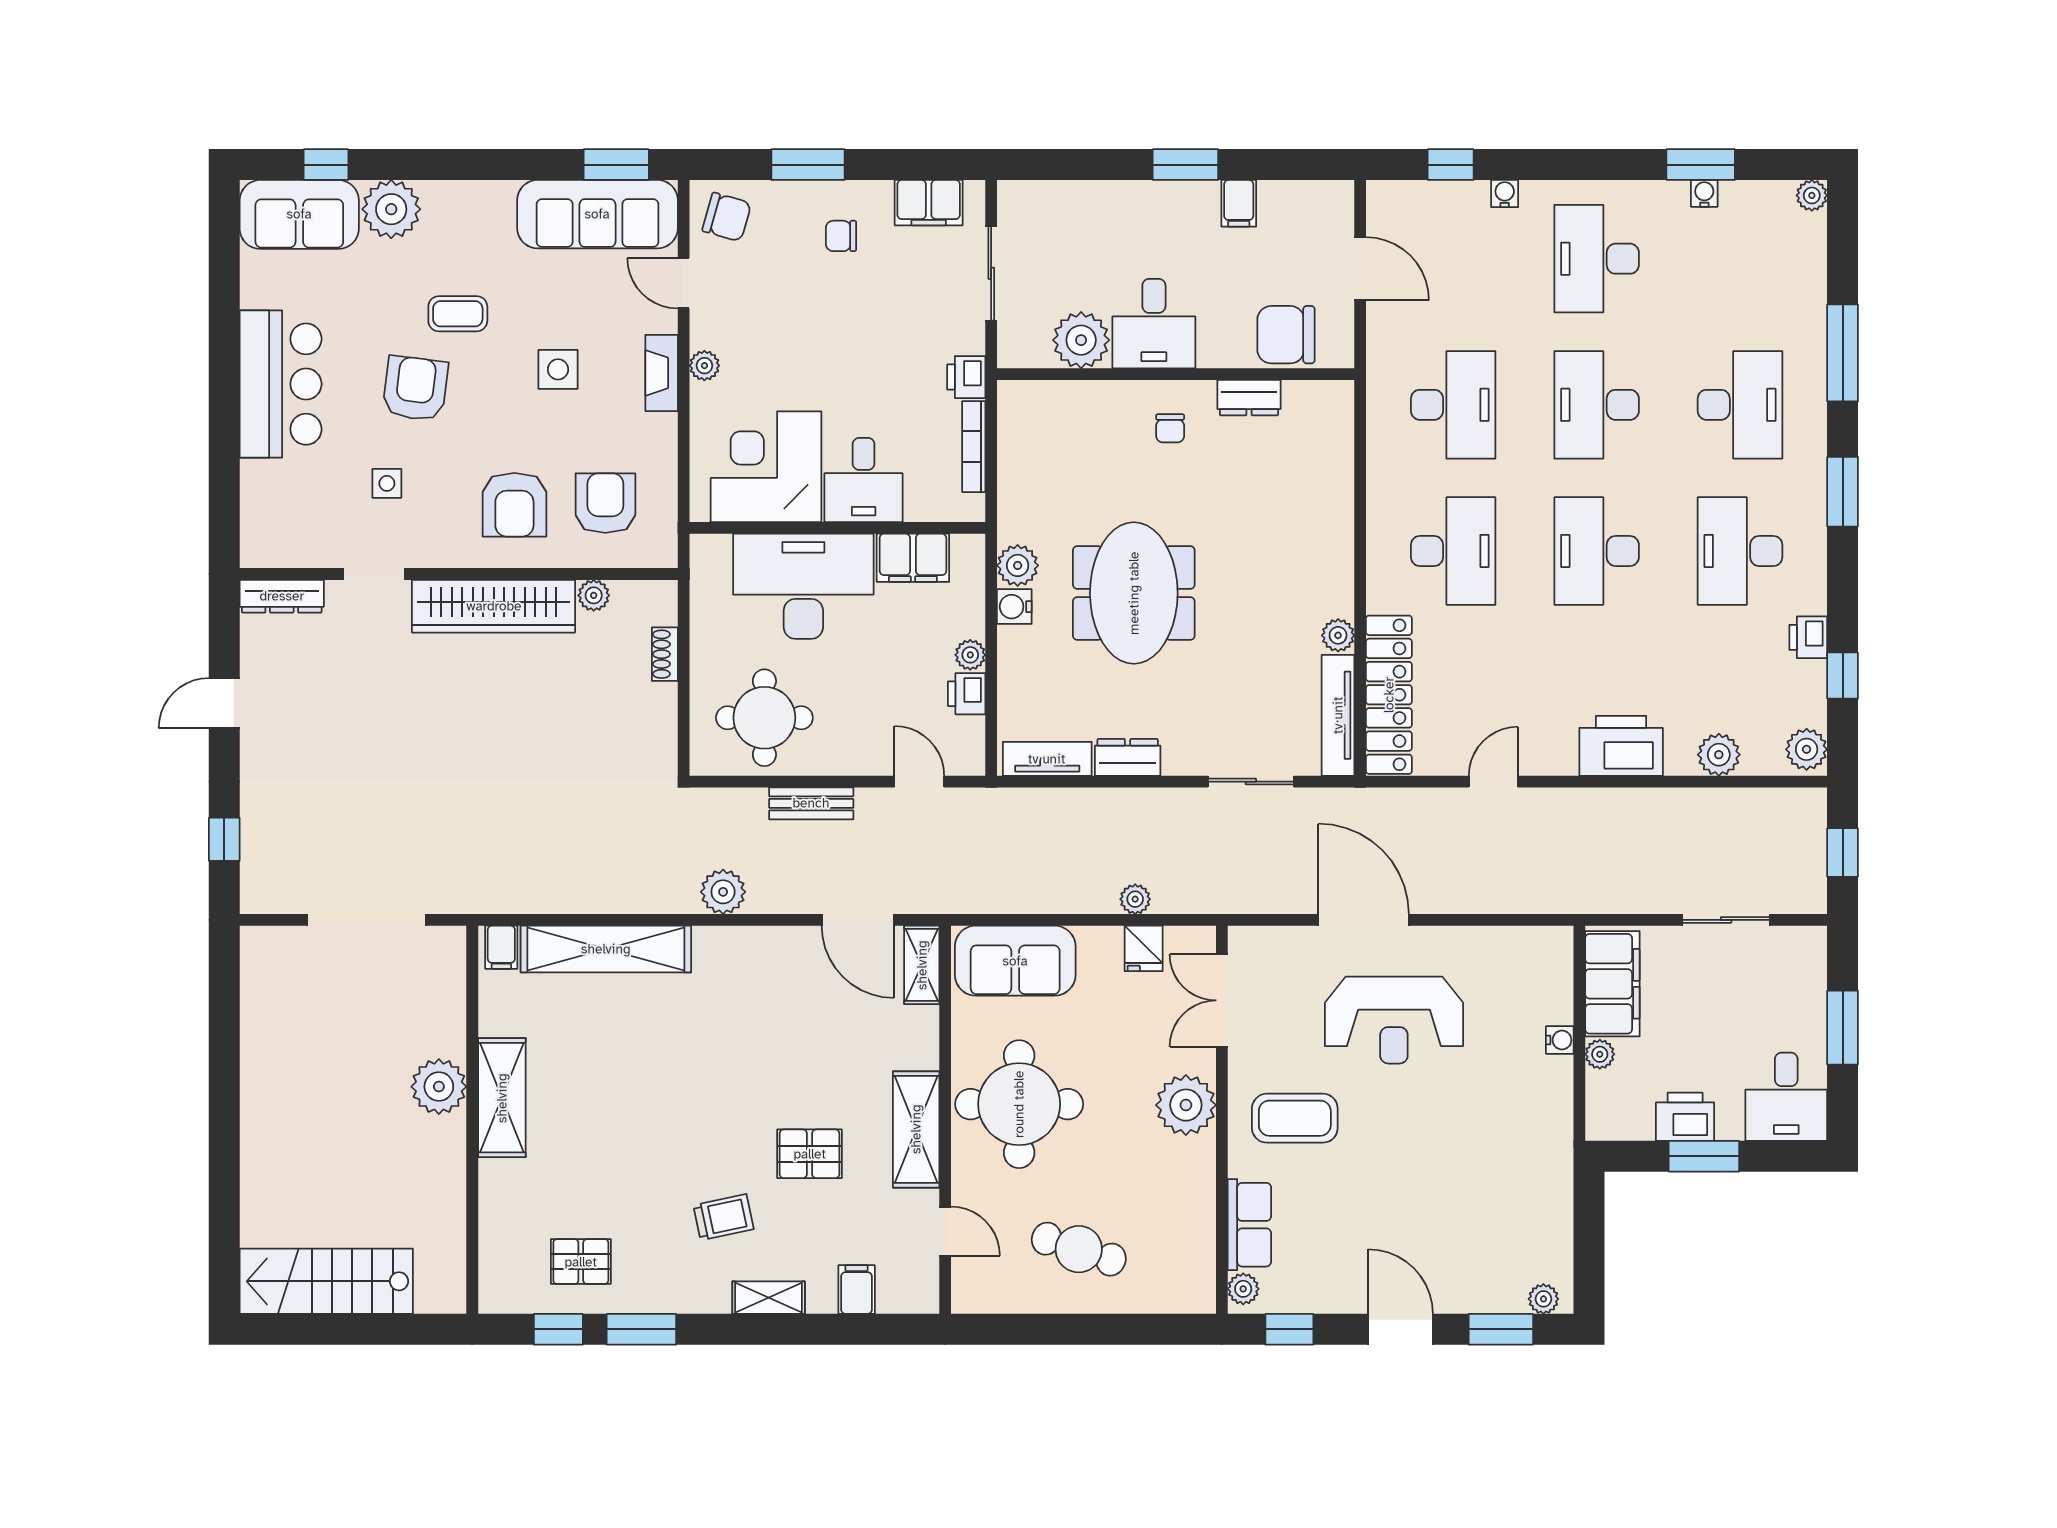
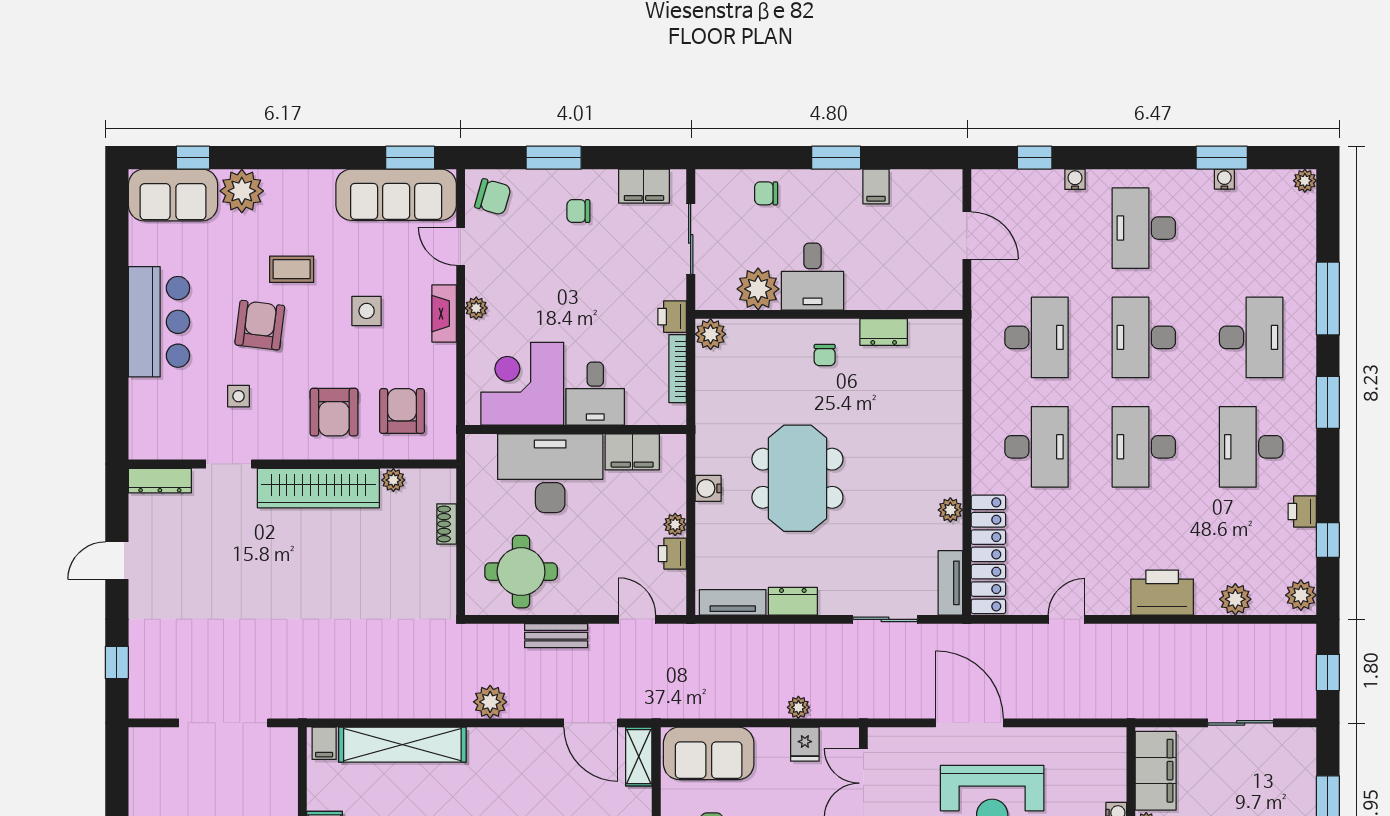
chair: (1286, 335) -> (766, 193), moved, width x0.54, depth x0.54
plant: (1018, 565) -> (711, 334), moved
tv unit: (1338, 715) -> (950, 583), width x0.71

